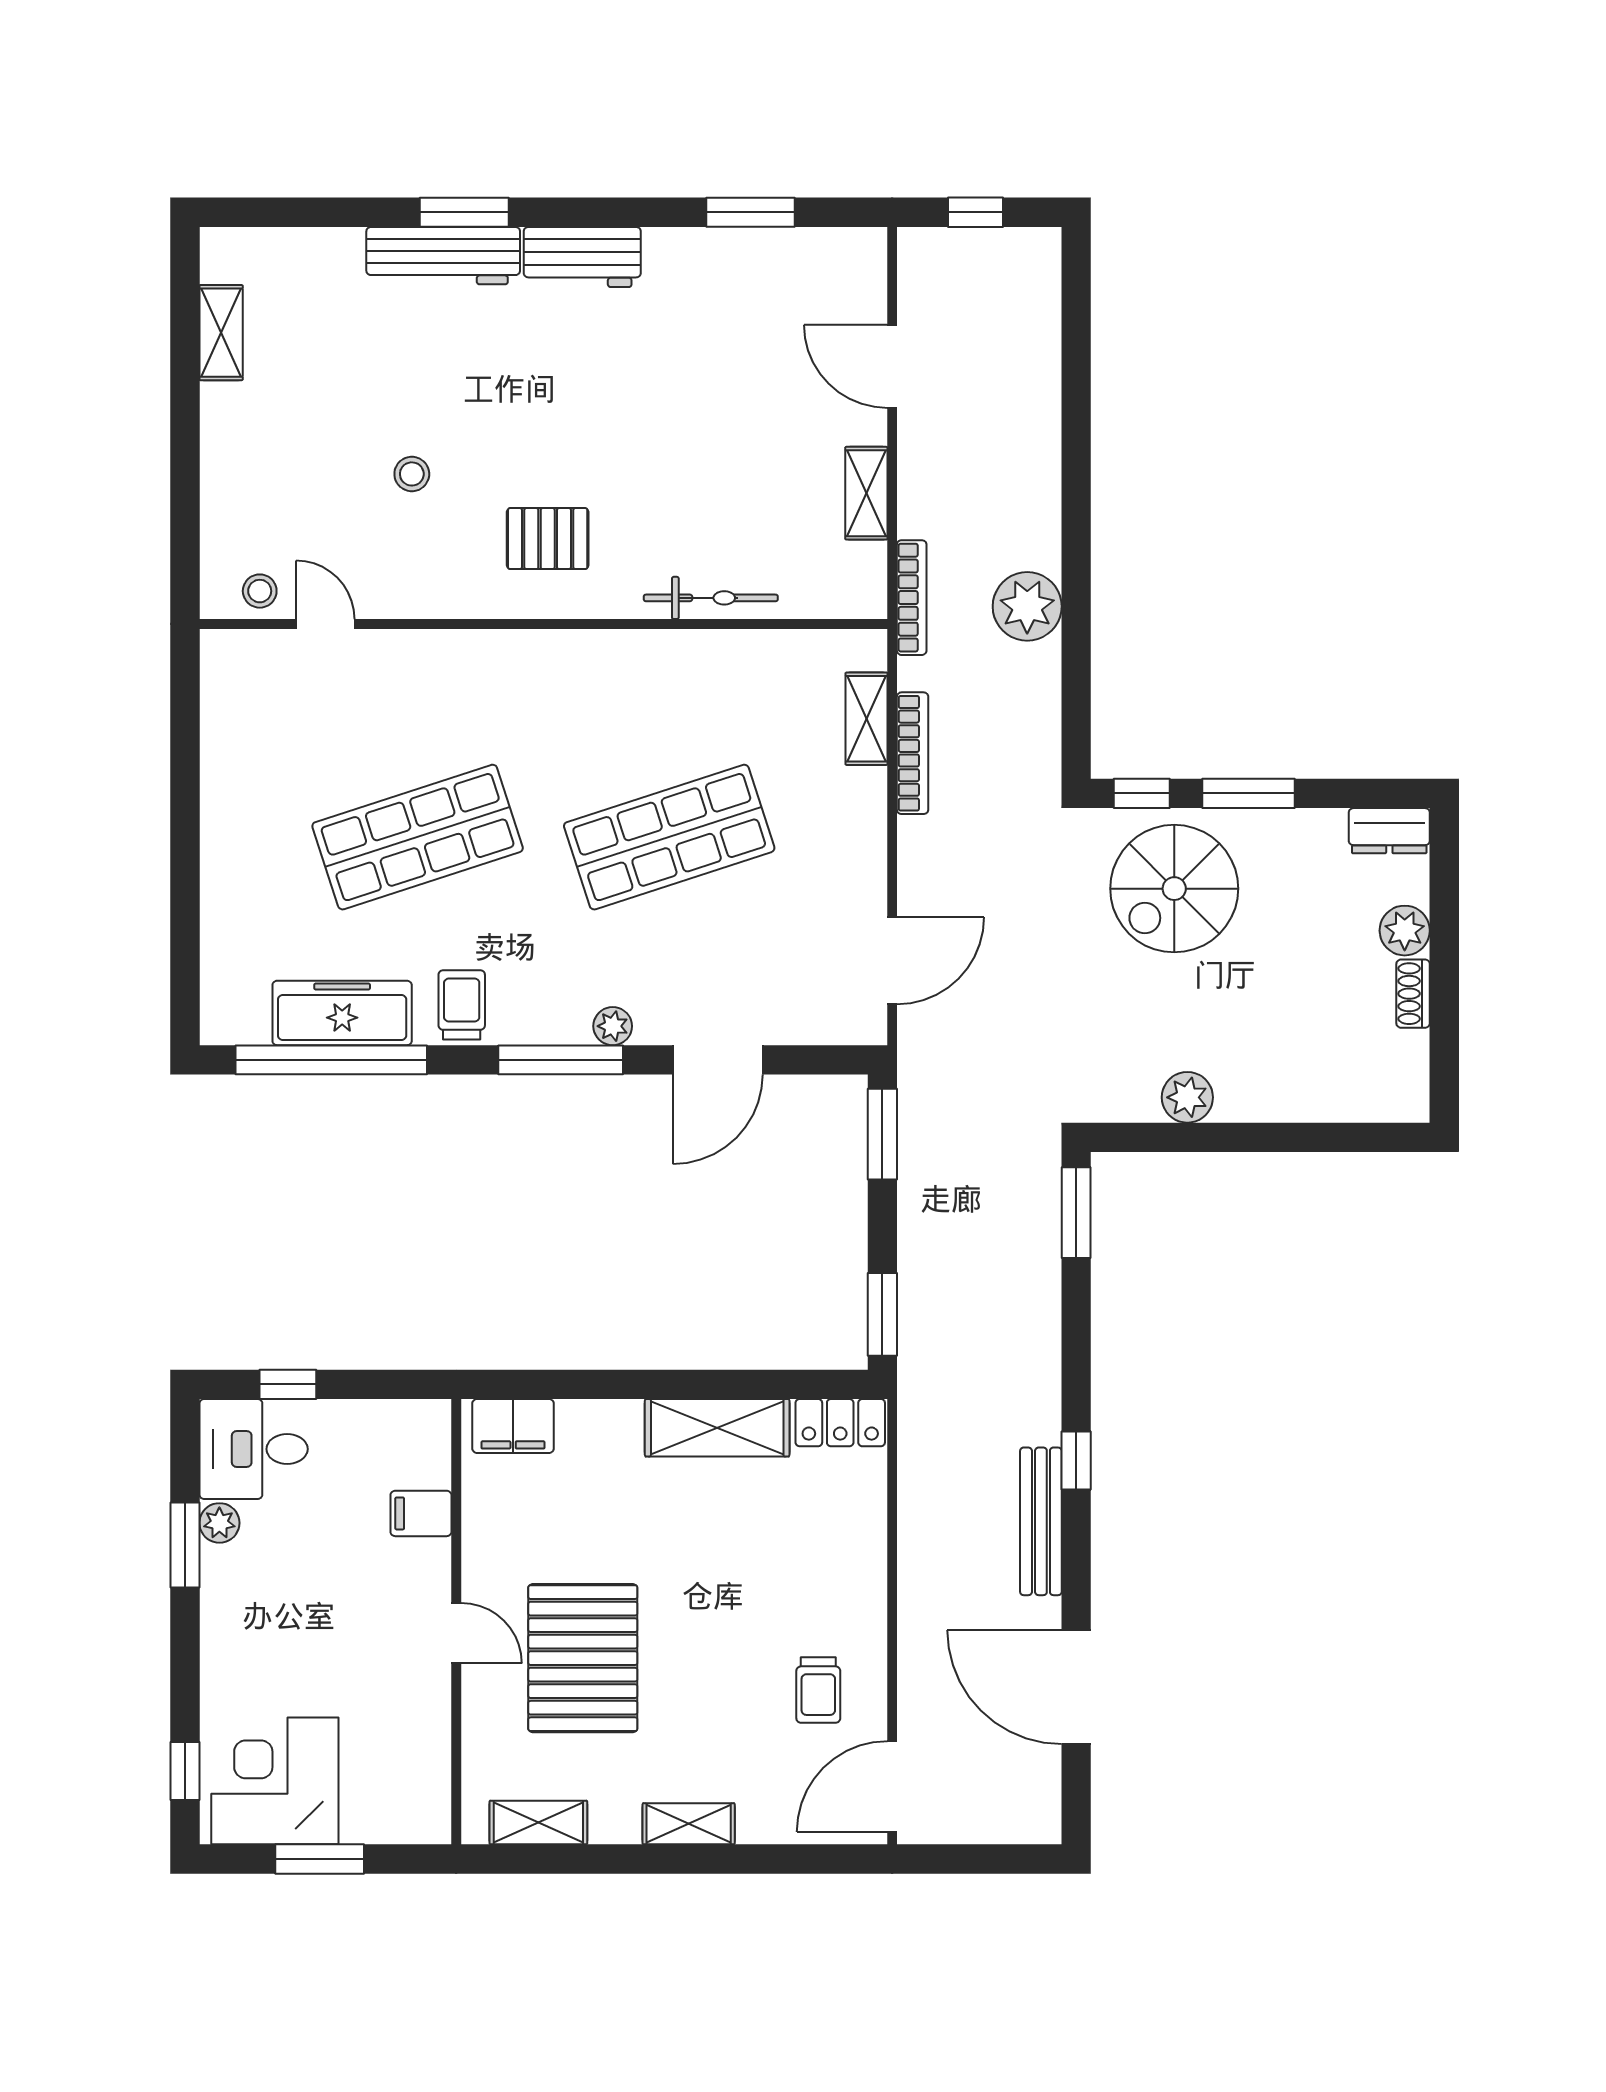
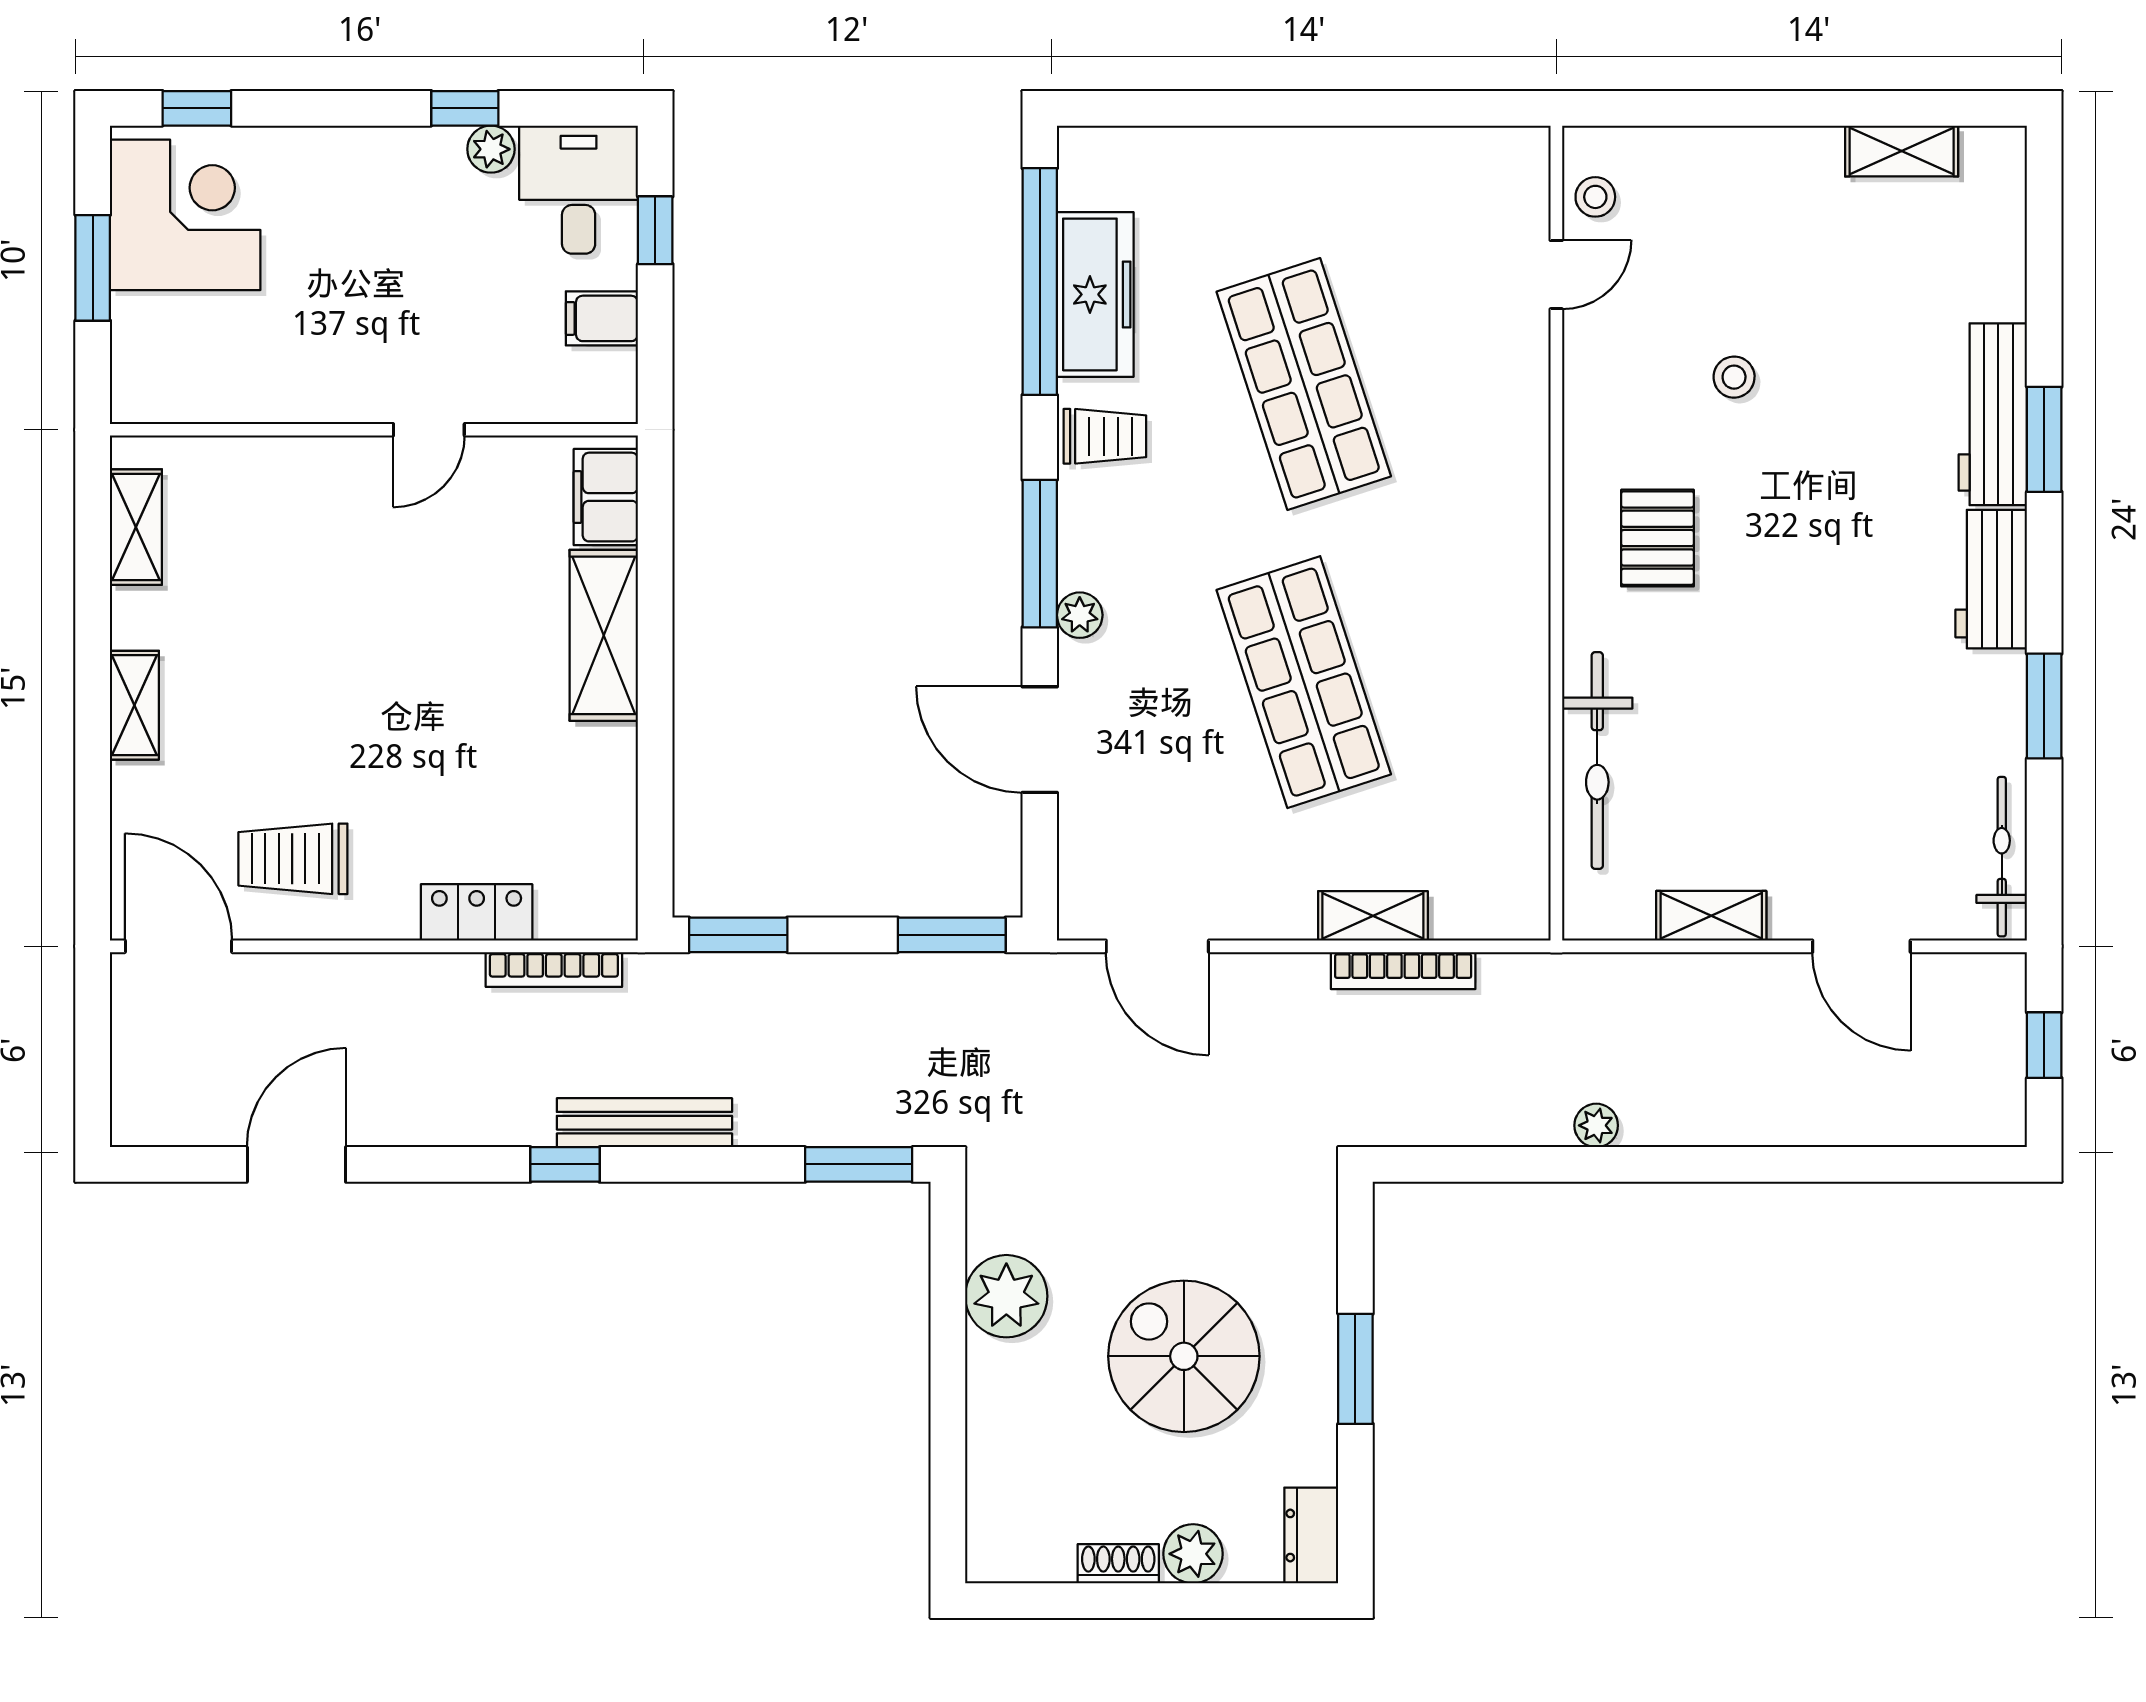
window: (750, 212) -> (2044, 706), moved
bicycle: (816, 248) -> (2002, 857), added
door: (892, 366) -> (1861, 946), swing flipped
bicycle: (711, 598) -> (1597, 761), width x1.37, depth x1.40
bookcase: (912, 598) -> (554, 970), moved
plant: (1027, 606) -> (1596, 1125), width x0.53, depth x0.53
shelving: (866, 719) -> (1373, 916), moved
window: (1142, 793) -> (1355, 1242), removed
spiral stairs: (1174, 889) -> (1184, 1356), moved
plant: (1187, 1097) -> (1006, 1296), width x1.36, depth x1.36
locker: (840, 1423) -> (477, 912), moved, turned 90
shelving: (717, 1428) -> (604, 635), moved
filing cabinet: (421, 1513) -> (602, 318), moved, turned -90
bench: (1041, 1521) -> (644, 1123), moved
window: (185, 1545) -> (465, 108), width x0.67
door: (456, 1633) -> (429, 430), moved
pallet: (583, 1658) -> (331, 580), removed
door: (1076, 1687) -> (296, 1164), width x0.73
trolley: (818, 1690) -> (293, 859), width x1.36, depth x1.39

